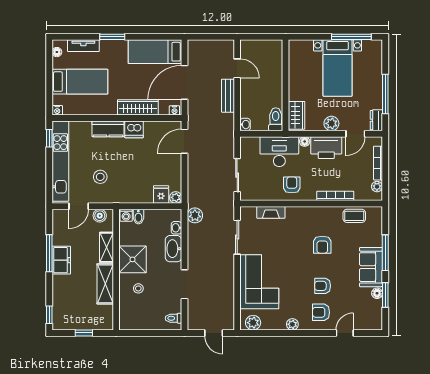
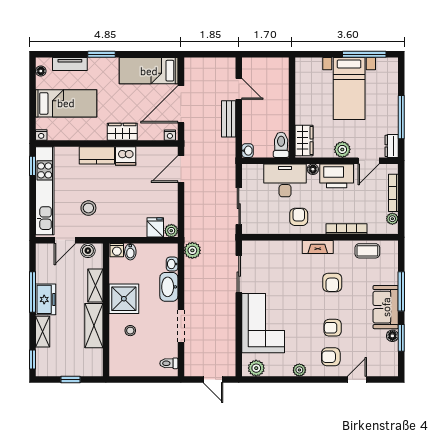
wardrobe: (138, 107) -> (122, 132), width x0.67
fireplace: (271, 212) -> (318, 247), moved
shelving: (58, 289) -> (43, 332), added

